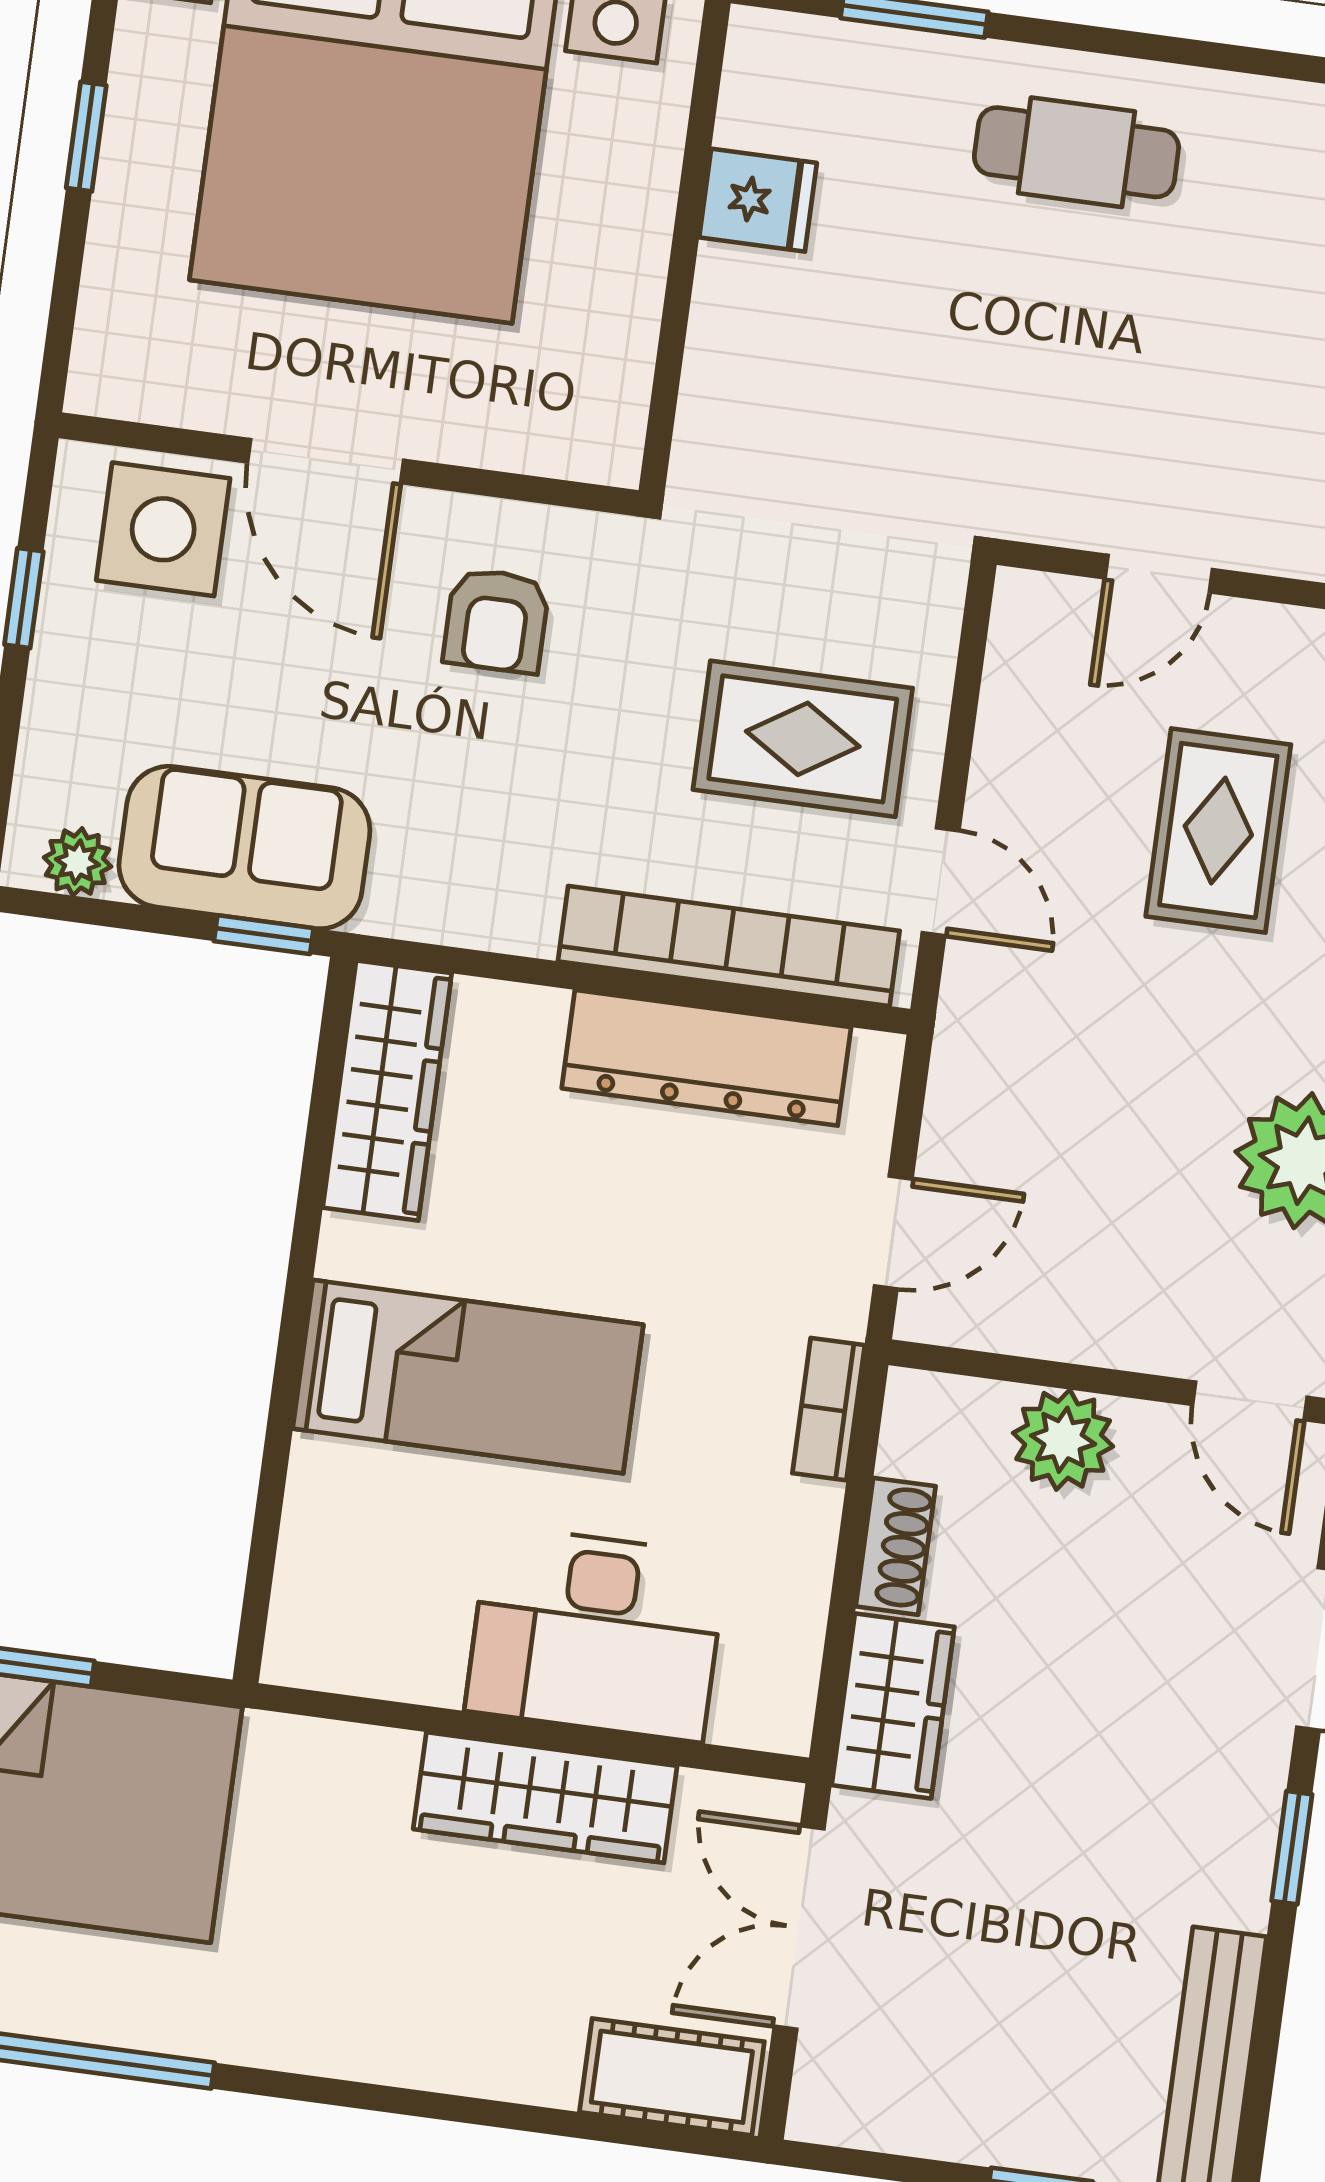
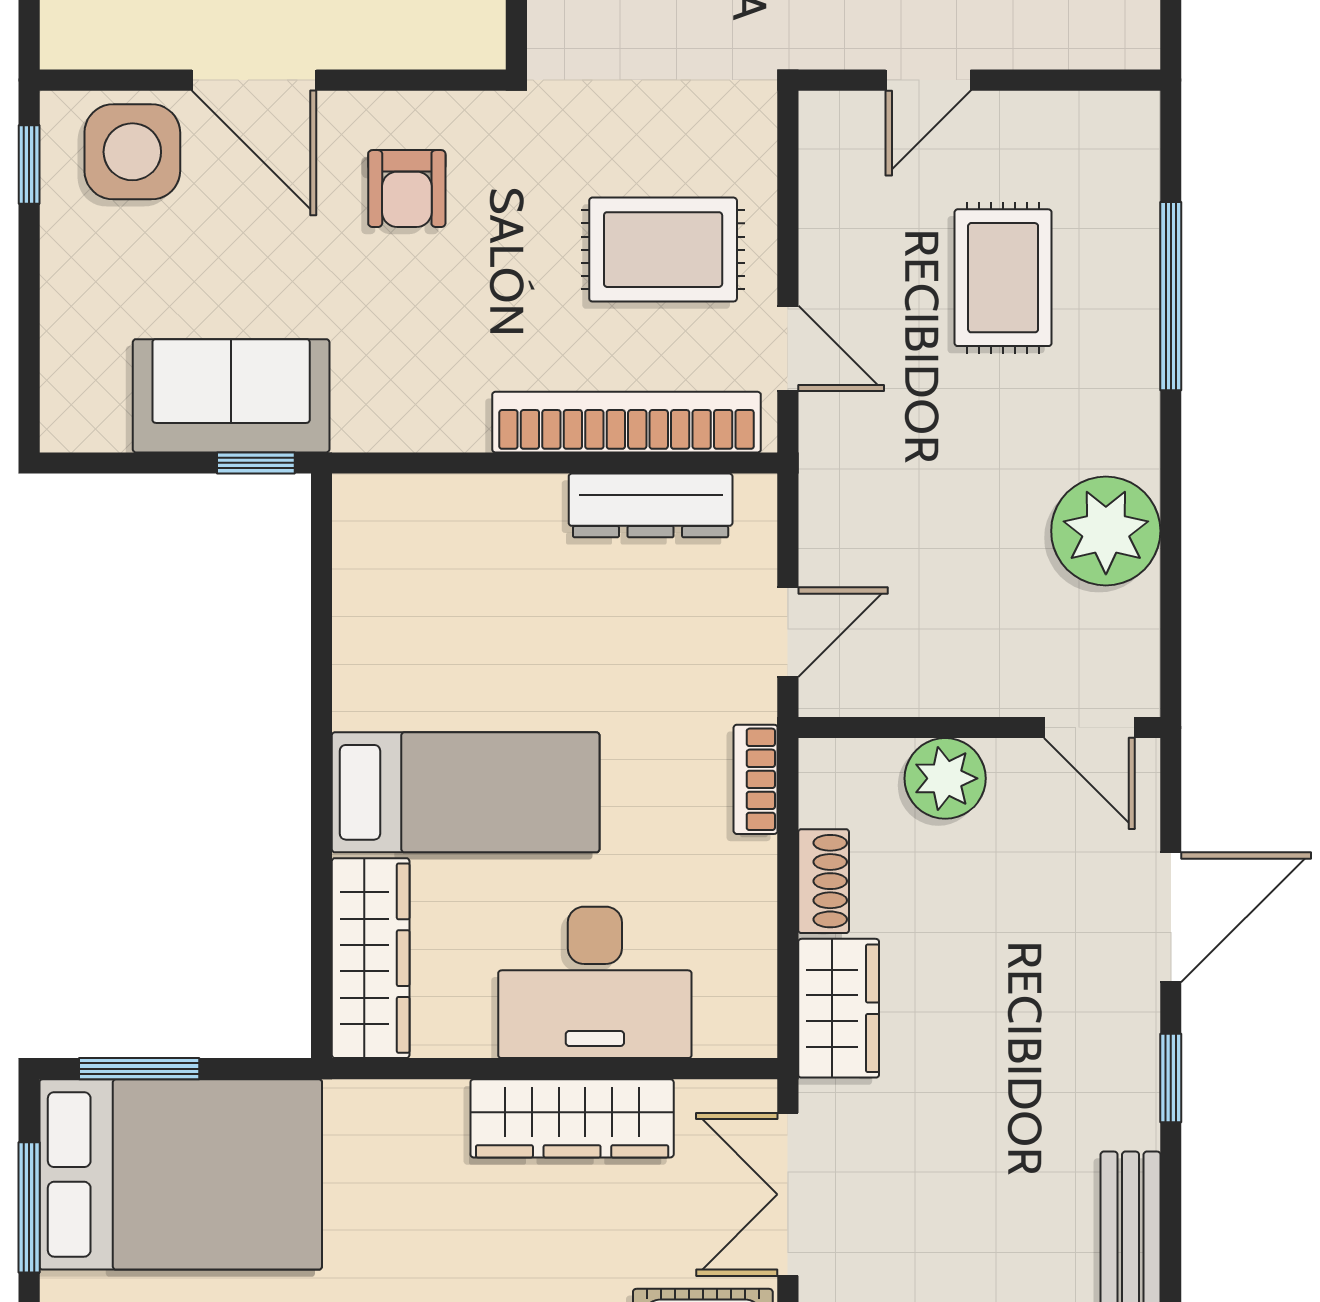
window: (24, 598) -> (29, 165), moved
plant: (78, 862) -> (100, 425), removed
dresser: (706, 1058) -> (651, 505), width x0.73, depth x0.80
wardrobe: (387, 1090) -> (371, 958), moved

